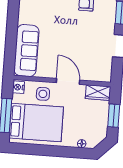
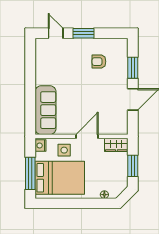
door: (68, 81) -> (87, 136), hinge flipped

